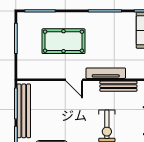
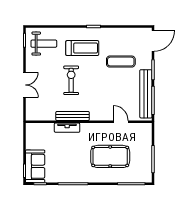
tv unit: (106, 73) -> (67, 128), width x0.71
door: (74, 80) -> (121, 122), moved
bench: (118, 86) -> (73, 116), moved

